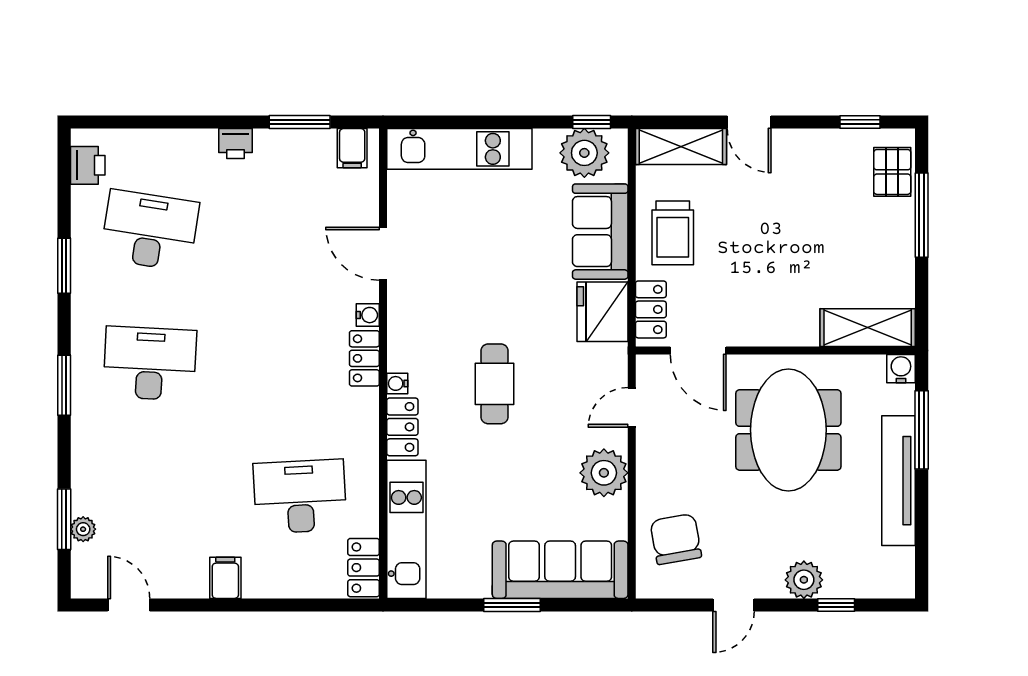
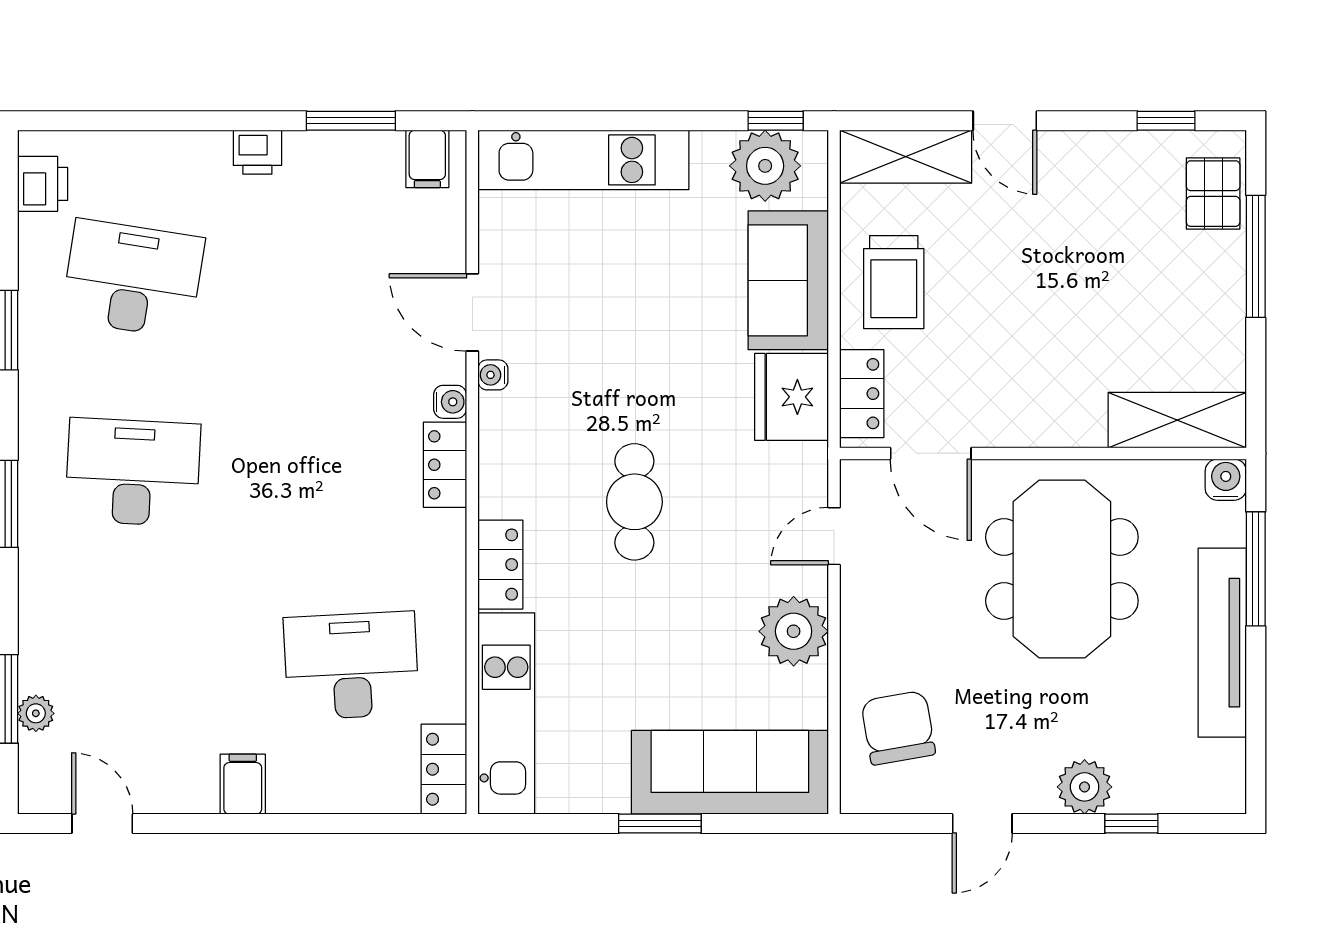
water cooler: (397, 383) -> (493, 375), moved

